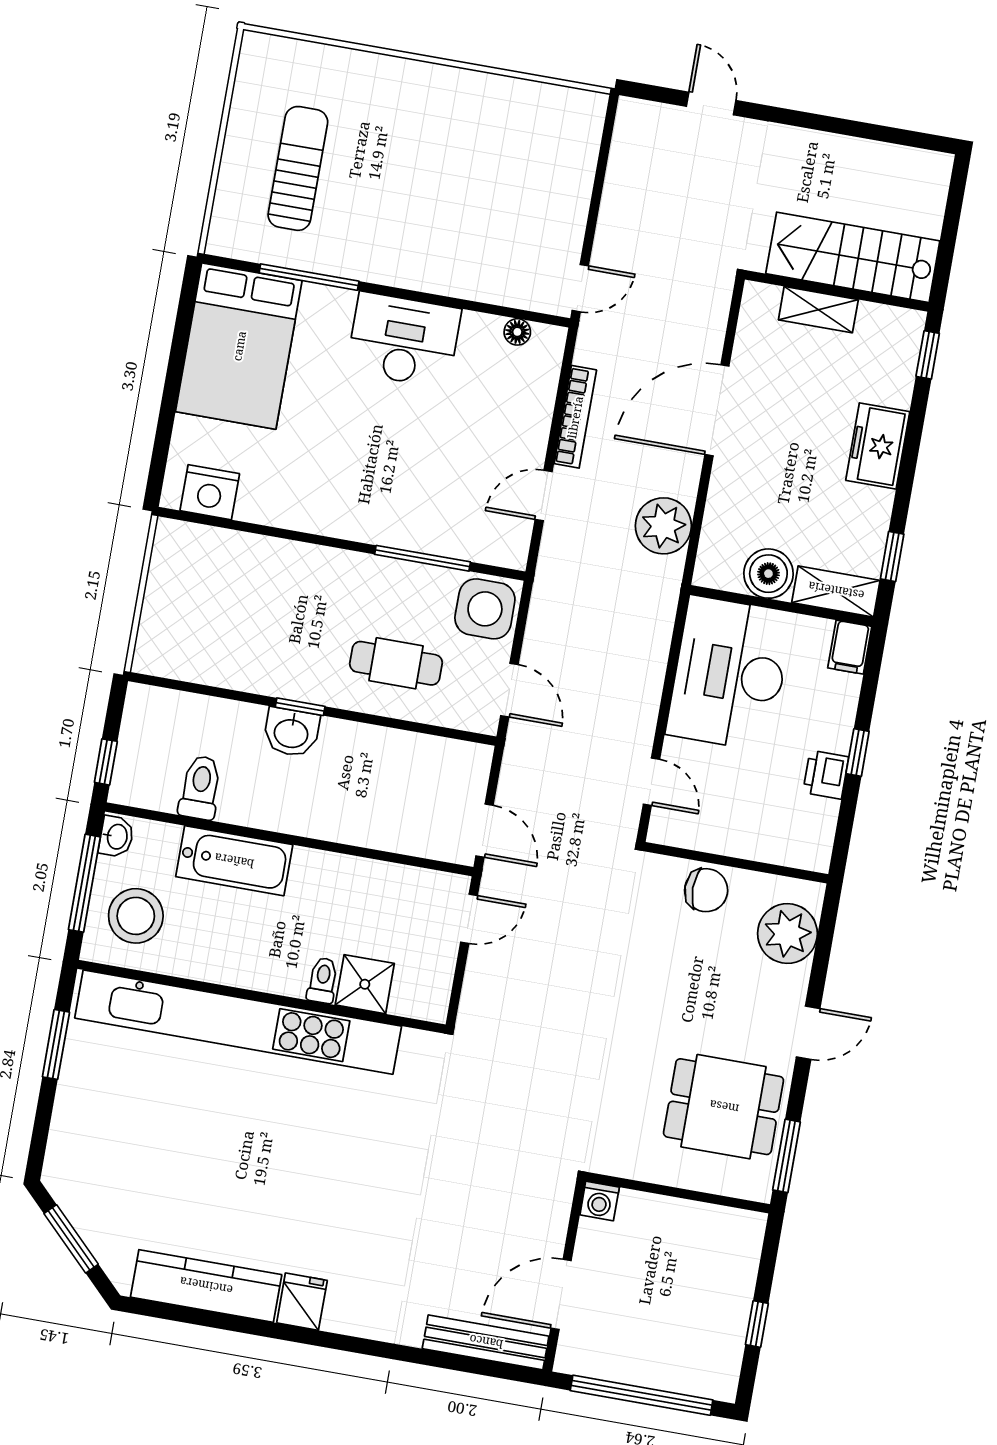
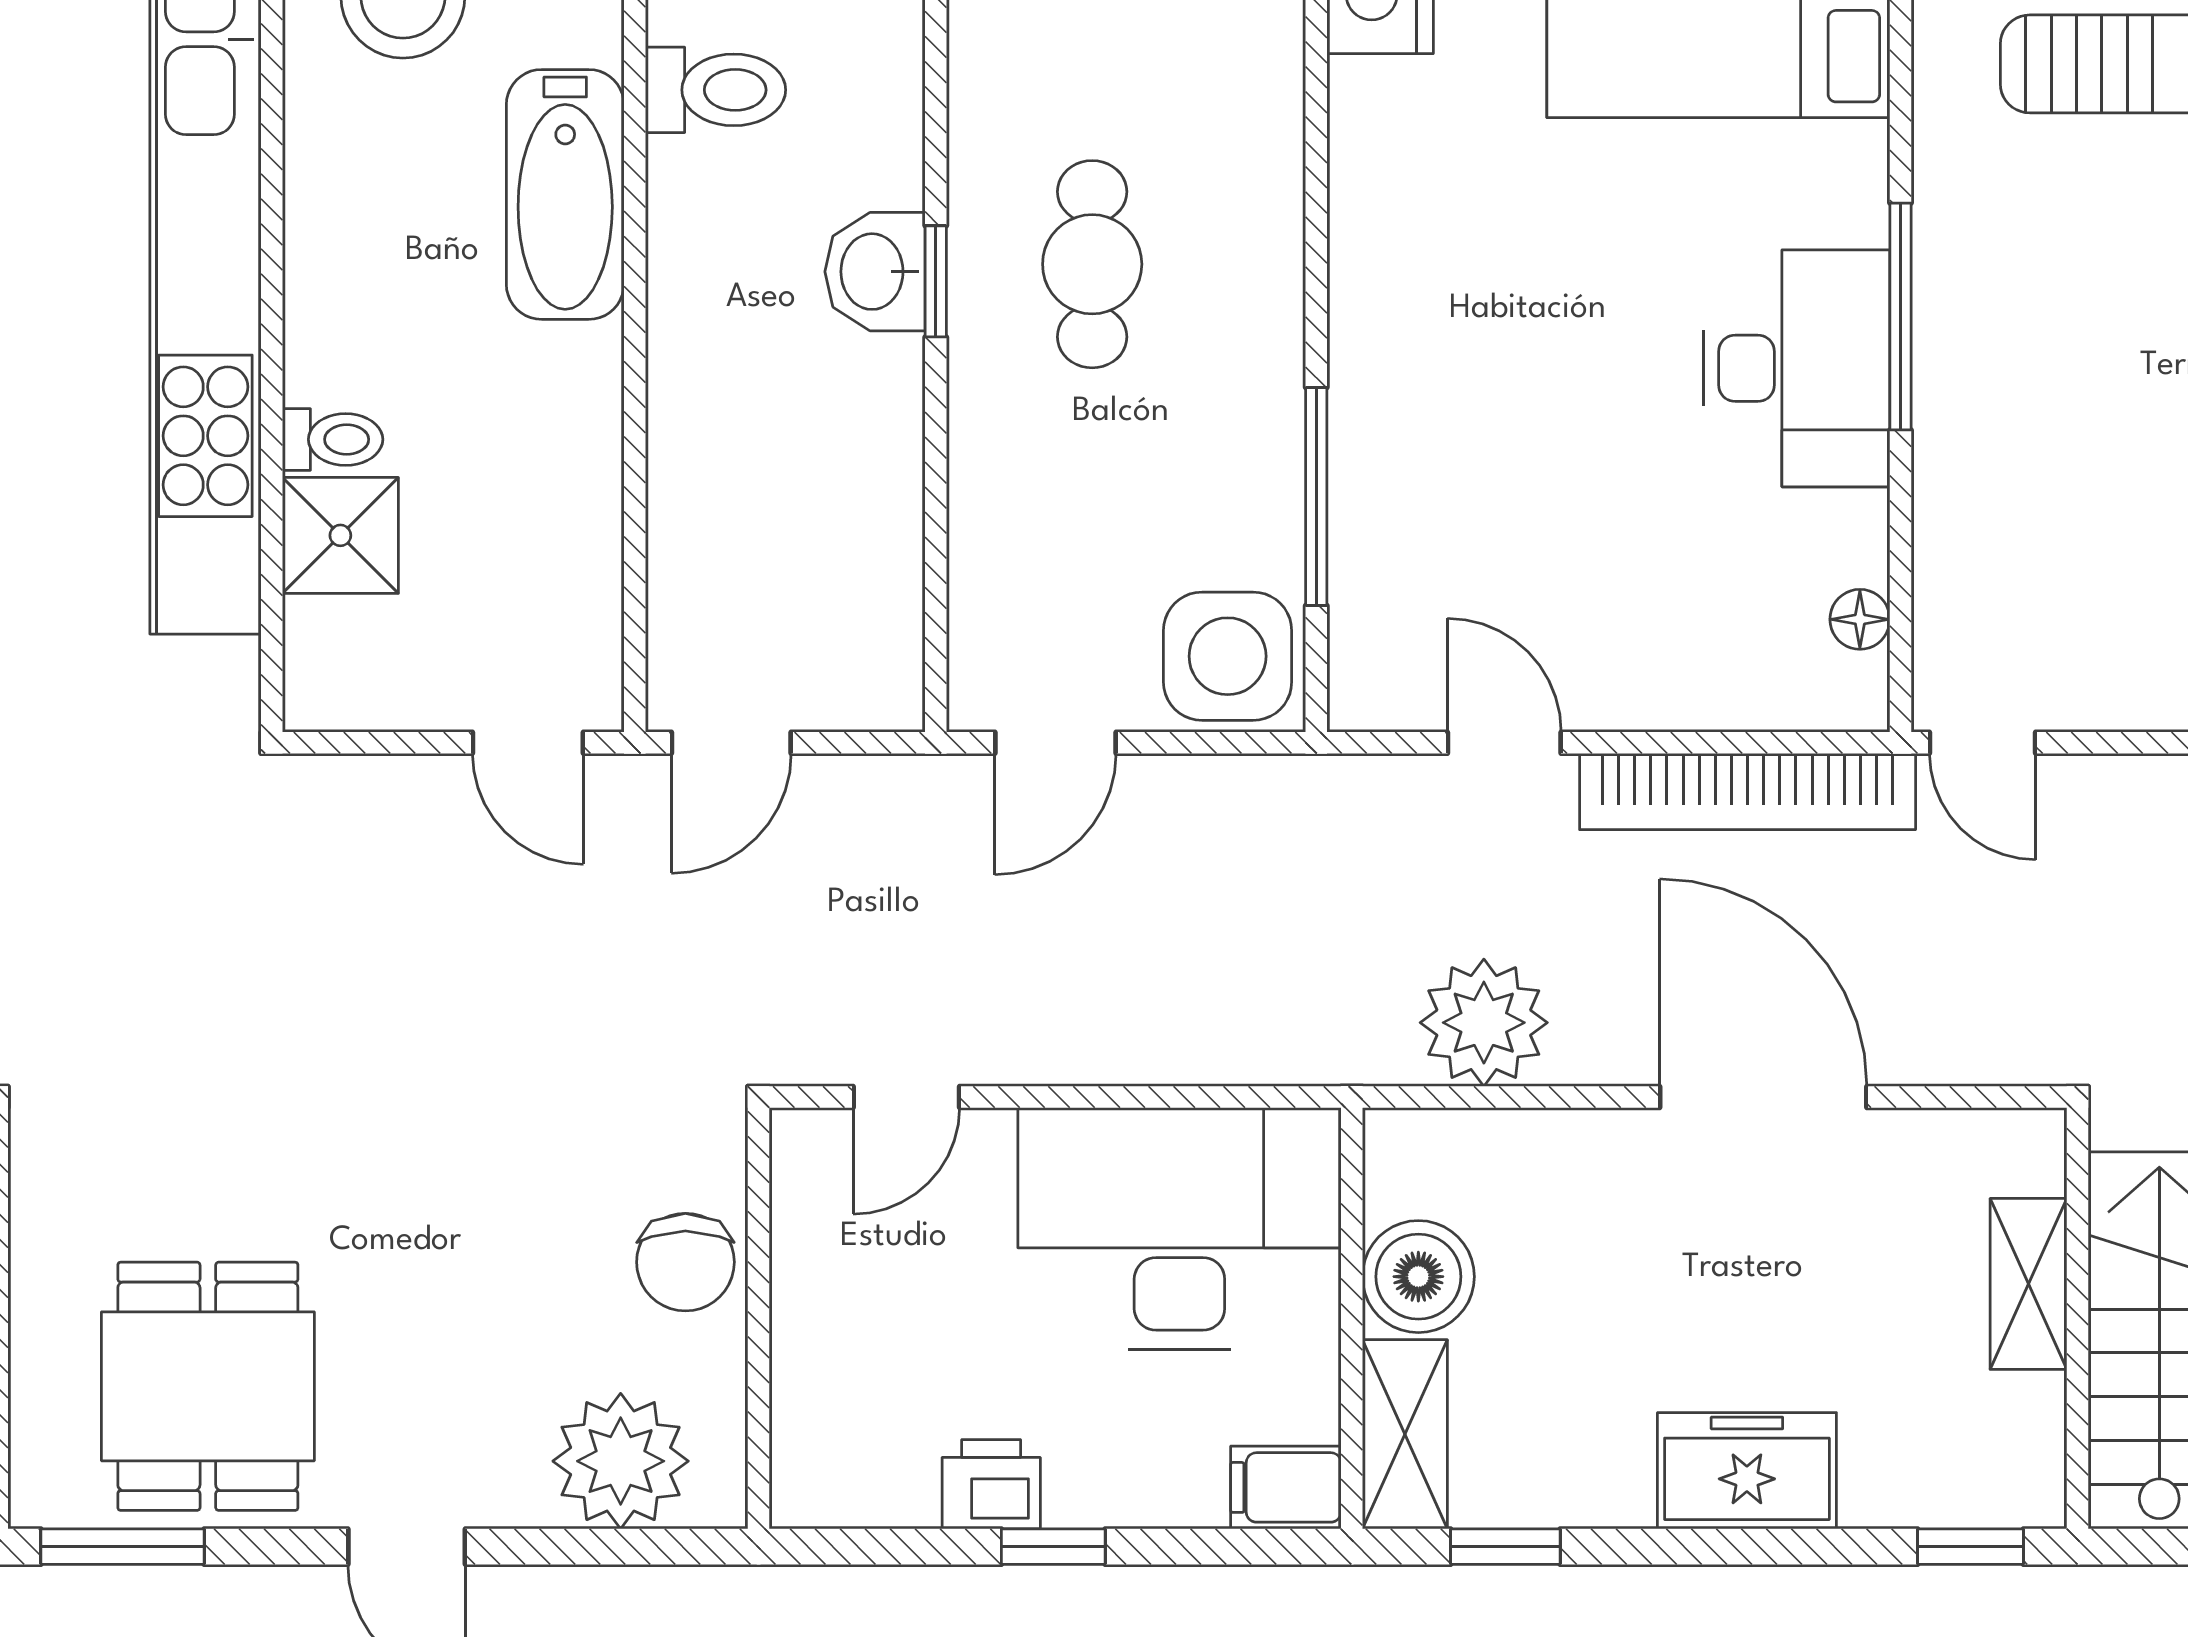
window: (309, 277) -> (1901, 316), moved
bookcase: (575, 417) -> (1748, 792), width x1.48, depth x1.31
cafe table: (396, 663) -> (1092, 264), moved

